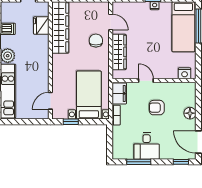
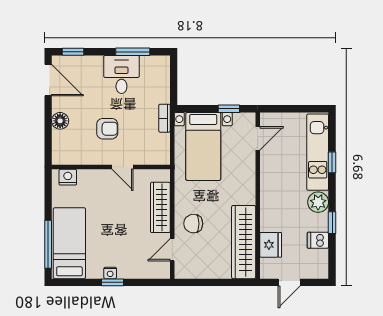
door: (111, 22) -> (172, 250), hinge flipped
chair: (96, 41) -> (193, 224), turned 90
filing cabinet: (119, 93) -> (160, 149), removed

